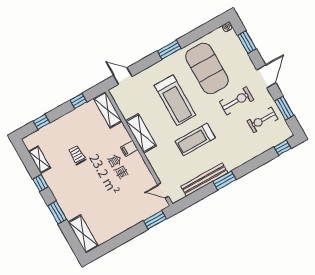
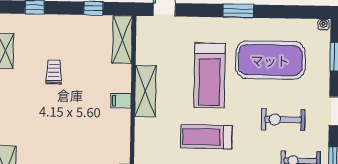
exercise mat: (207, 68) -> (270, 60), turned 90
exercise bike: (237, 101) -> (283, 120), turned 180

